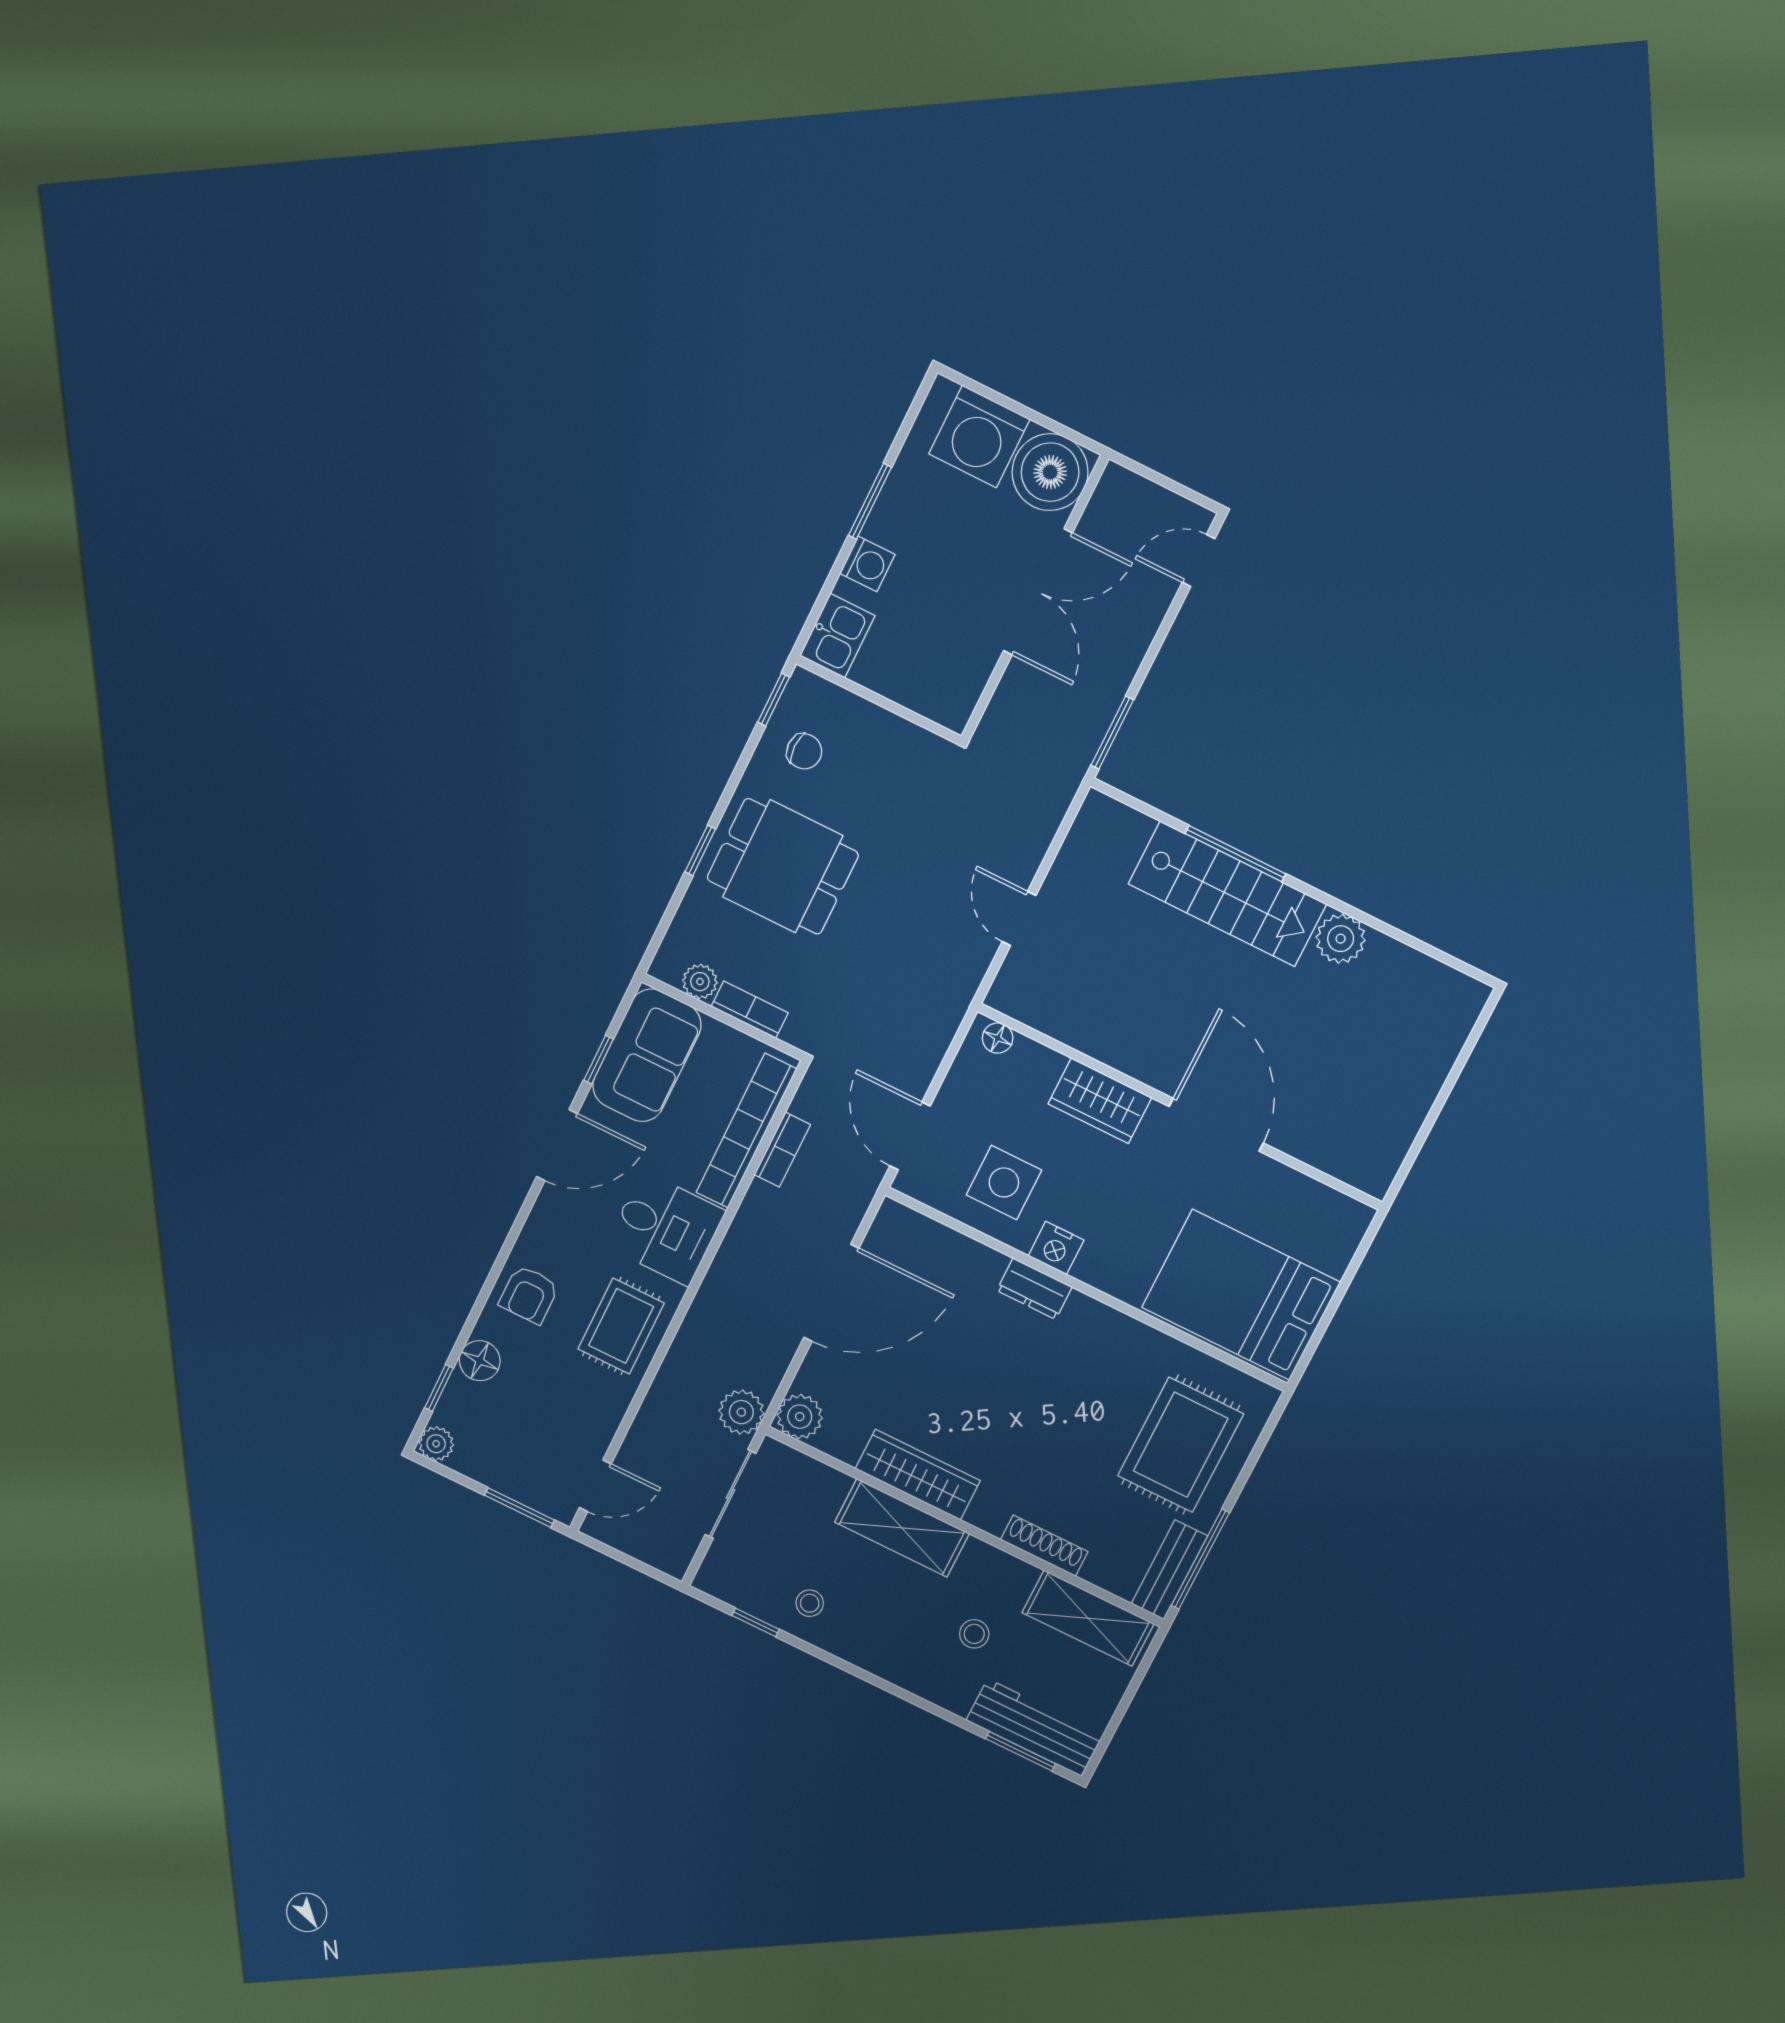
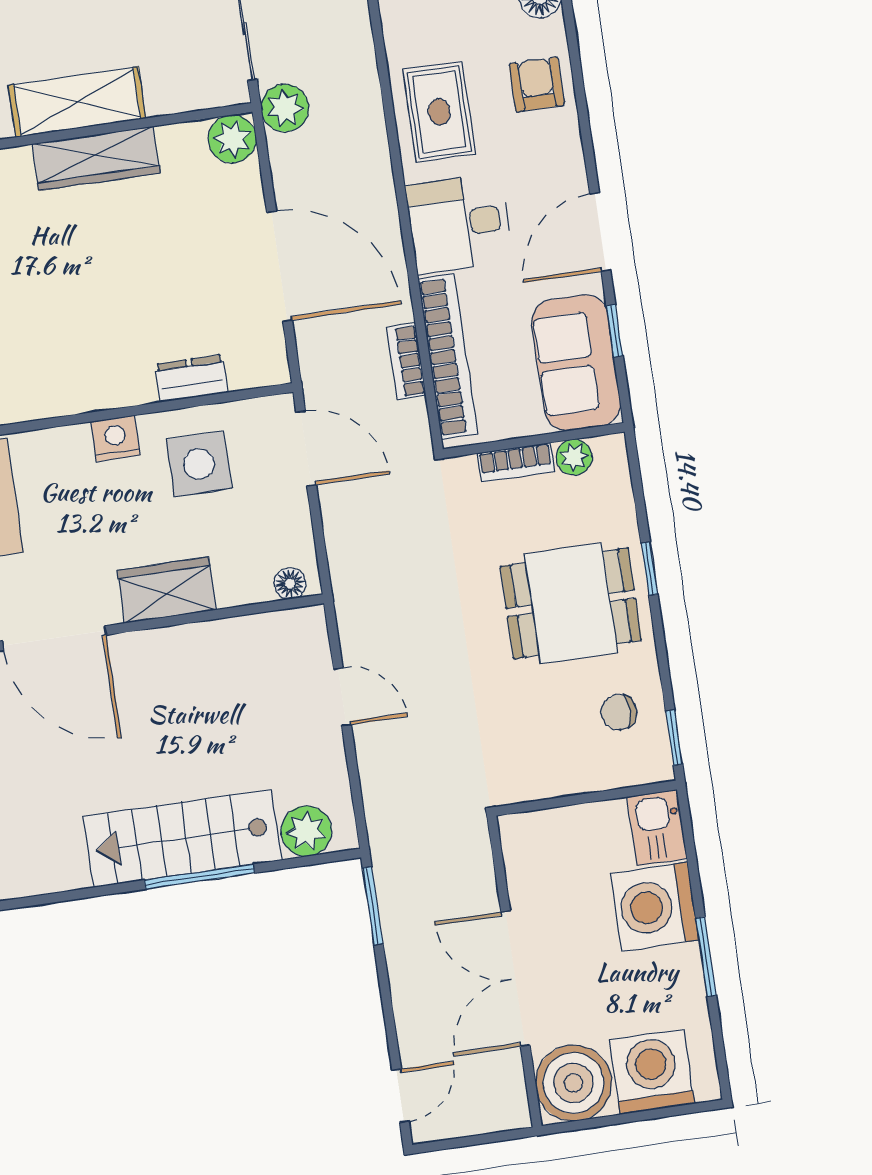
washing machine: (867, 564) -> (654, 907), width x1.89, depth x1.89
plant: (1341, 939) -> (306, 831), moved
dresser: (1034, 1289) -> (191, 378), moved
door: (831, 1293) -> (279, 266), swing flipped

